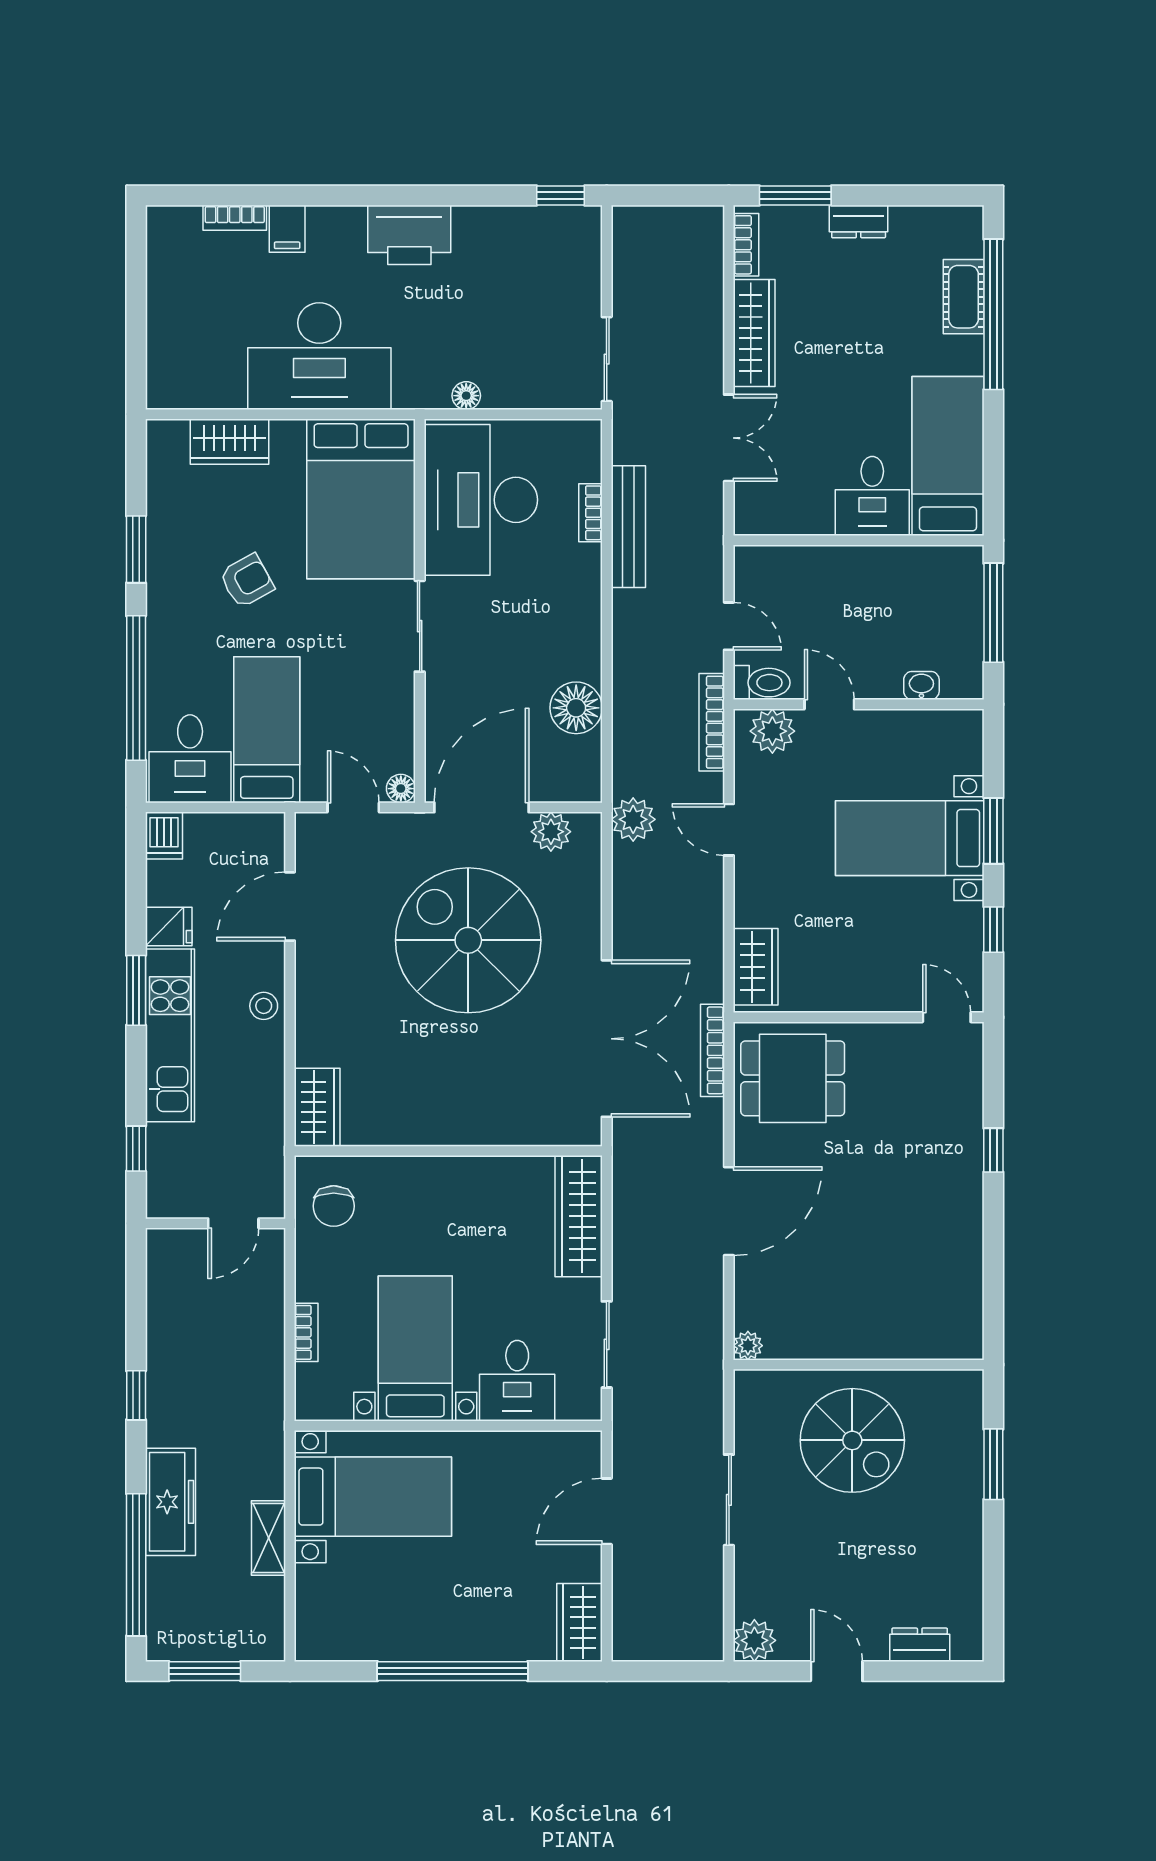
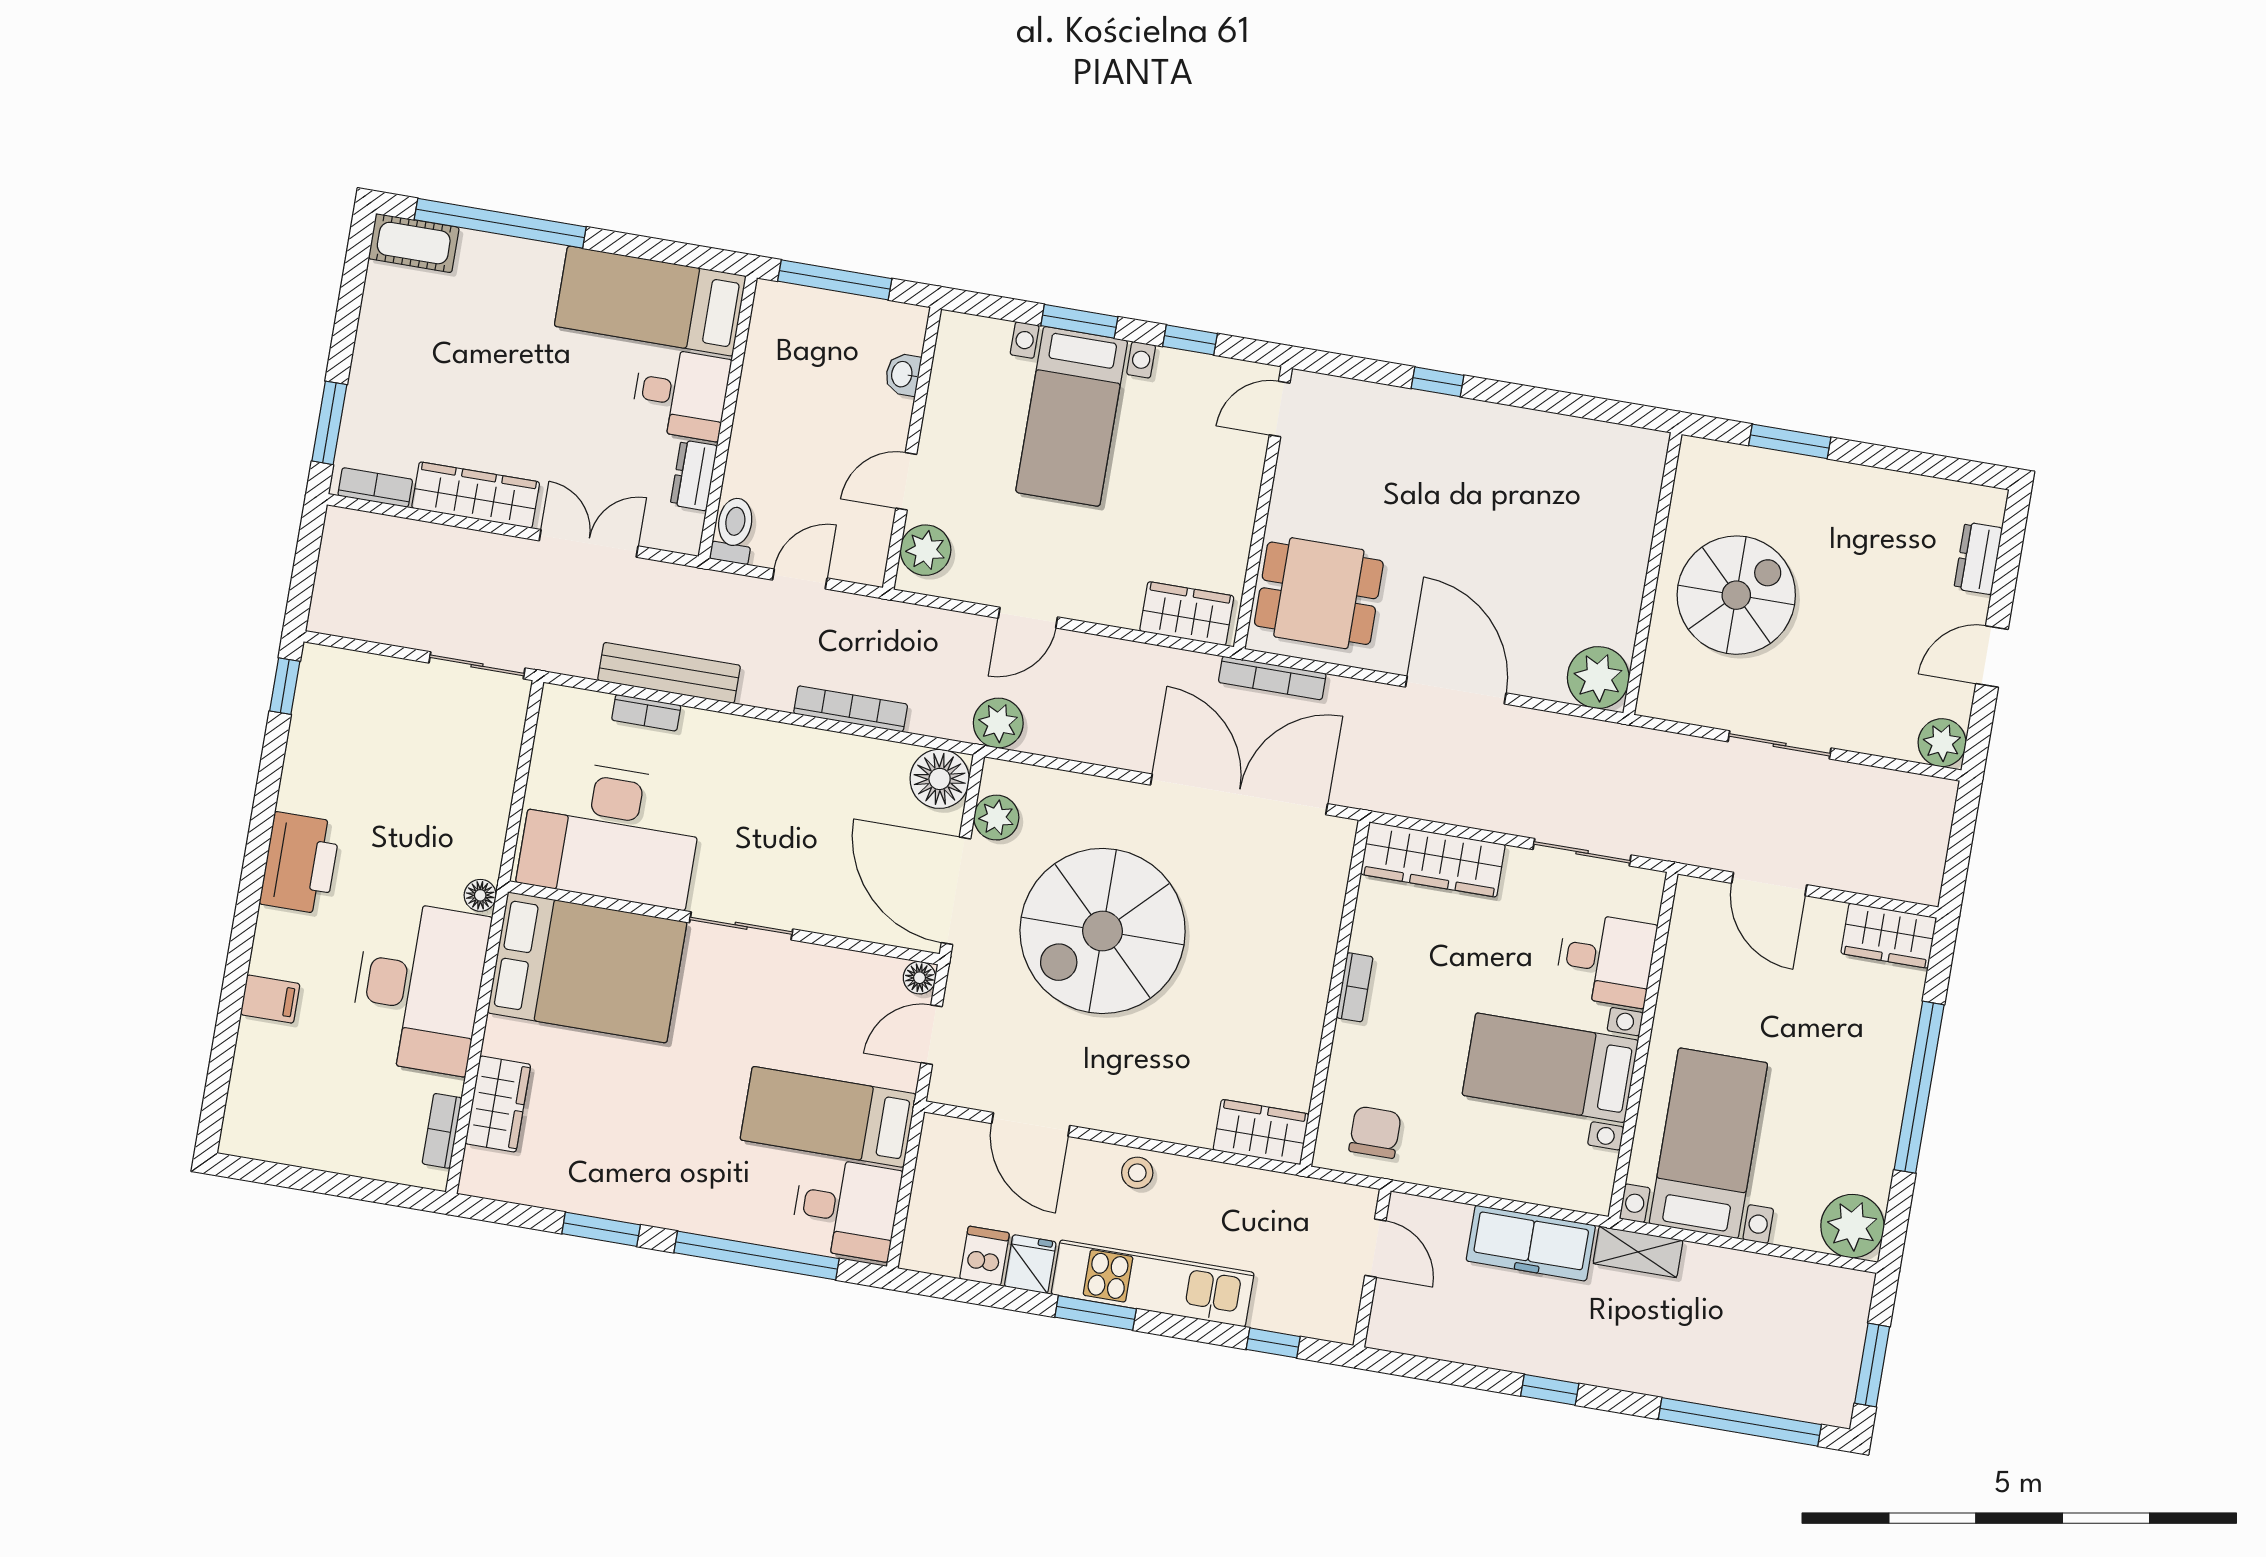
bookcase: (235, 218) -> (442, 1131), moved, turned 180
dresser: (859, 221) -> (694, 475), moved, turned 180
cot: (964, 297) -> (414, 243), moved
floor lamp: (466, 396) -> (480, 895), moved
armchair: (247, 581) -> (657, 1111), removed
toilet: (762, 683) -> (734, 530), moved
floor lamp: (576, 708) -> (940, 779), moved
bookcase: (712, 722) -> (851, 709), moved, turned 180
dishwasher: (164, 836) -> (984, 1256), moved, turned -90
dining table: (793, 1078) -> (1319, 593), turned 90
chair: (334, 1206) -> (1375, 1132), turned -90
bookcase: (306, 1332) -> (1355, 987), moved, turned 90
plant: (748, 1346) -> (1598, 678), width x1.87, depth x1.87
freezer: (171, 1502) -> (1531, 1243), moved, turned 180
shelving: (268, 1538) -> (1638, 1252), moved
plant: (322, 1634) -> (1852, 1226), added

